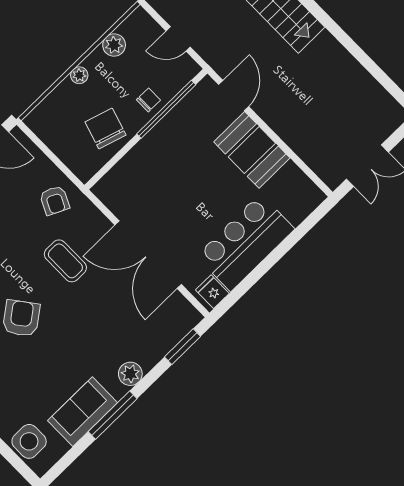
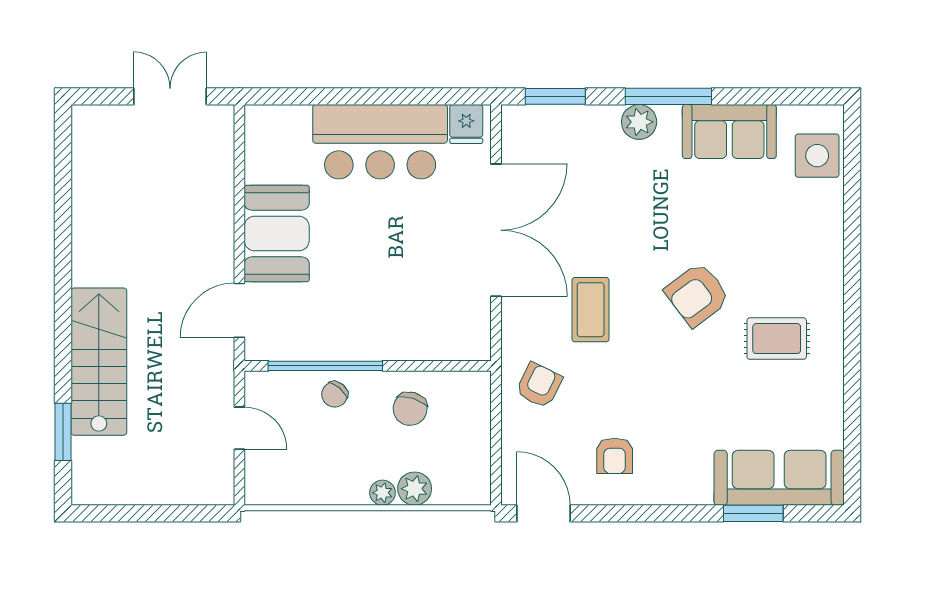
plant: (114, 45) -> (415, 489), moved
chair: (148, 100) -> (335, 394), turned -50
chair: (105, 129) -> (410, 409), width x0.73, depth x0.73
window: (113, 415) -> (668, 96), moved

